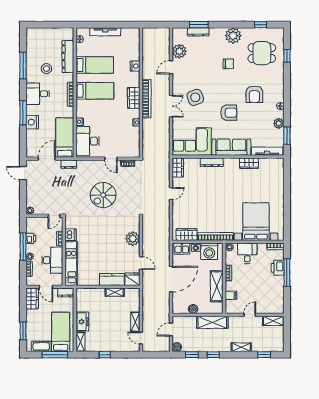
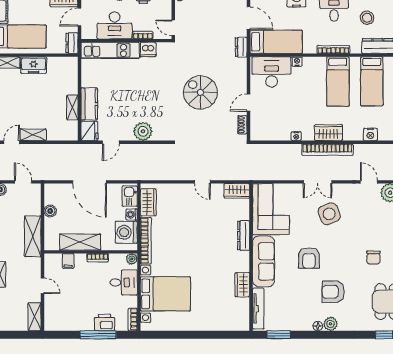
plant: (279, 123) -> (330, 324), moved

